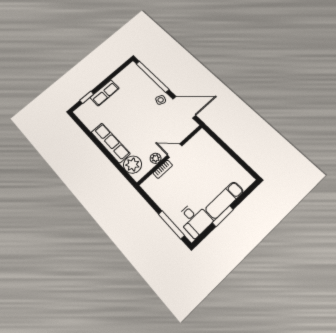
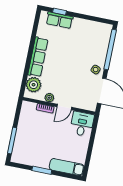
row of seats: (105, 93) -> (59, 20), moved
door: (175, 151) -> (64, 107), swing flipped
exam couch: (224, 200) -> (67, 167), moved
desk: (194, 219) -> (82, 124), moved, turned 180

